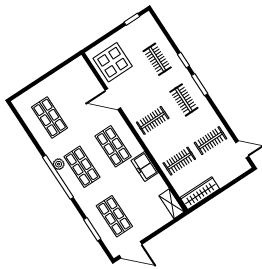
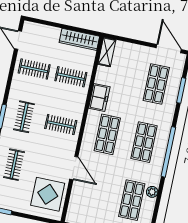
plant: (59, 164) -> (152, 192), moved

